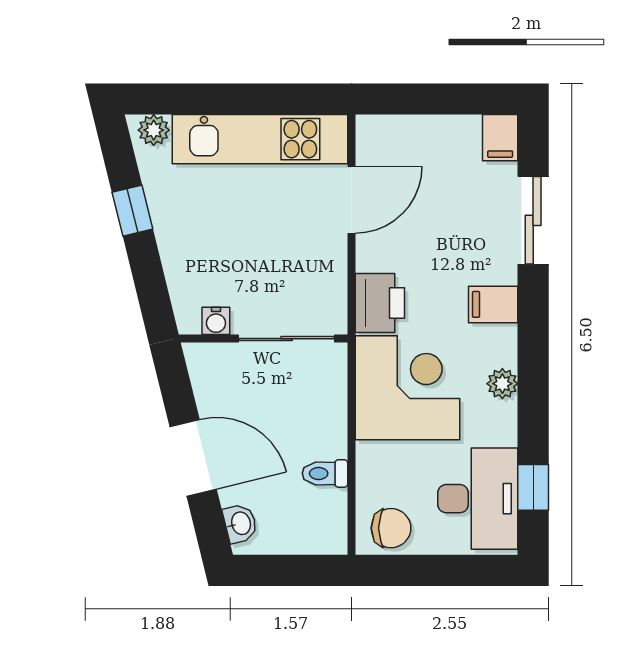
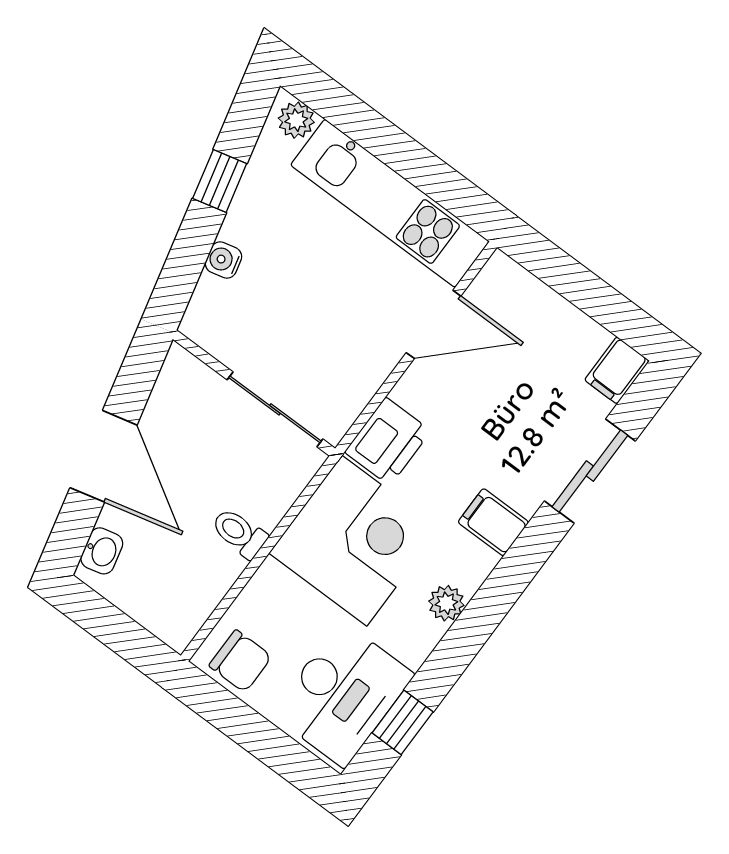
water cooler: (216, 321) -> (223, 260), moved, turned 76
toilet: (325, 473) -> (239, 533), moved

